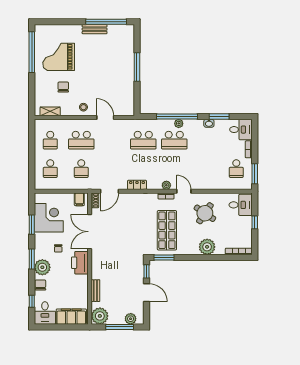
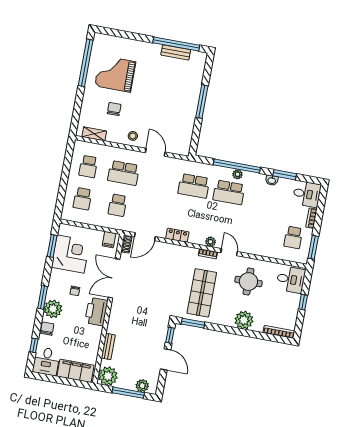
bench: (95, 29) -> (176, 52), moved
round table: (205, 213) -> (248, 282), turned -34
window: (32, 225) -> (52, 246), moved

